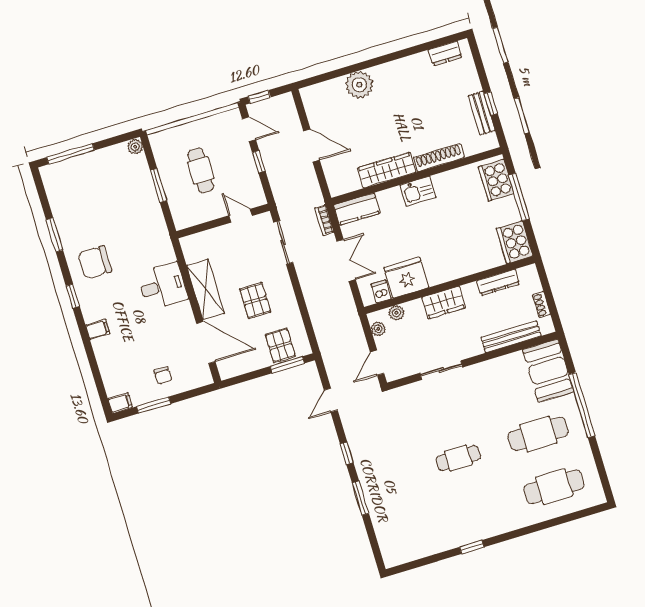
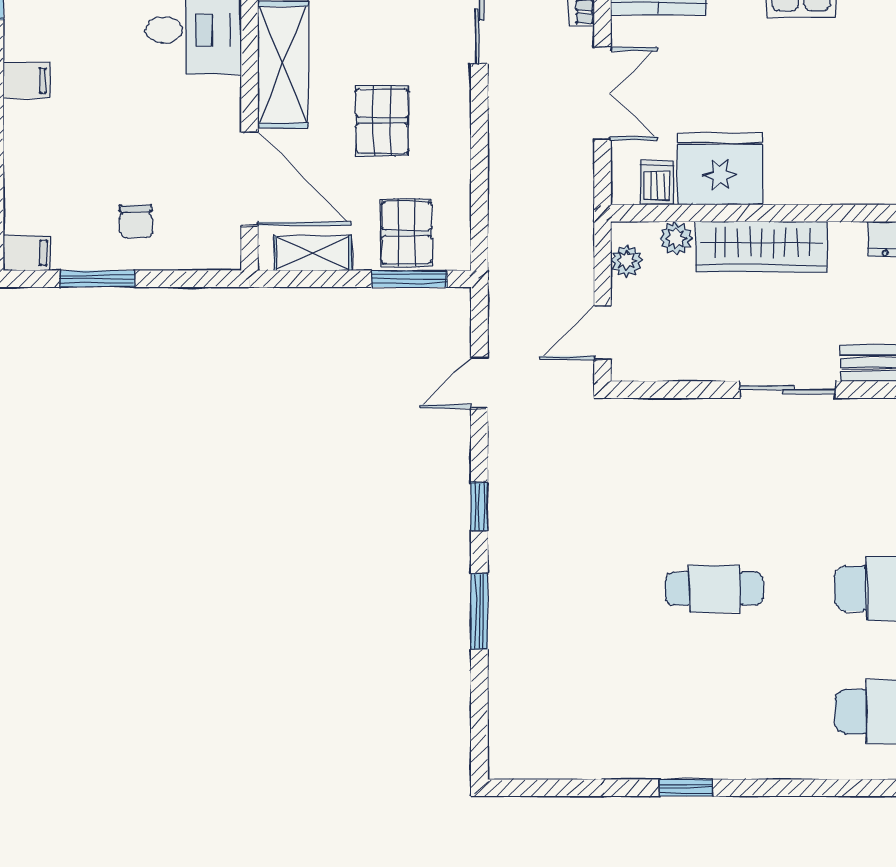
wardrobe: (444, 303) -> (762, 247), width x1.50
shelving: (243, 366) -> (313, 253), added
sliding door: (441, 370) -> (787, 390), moved

